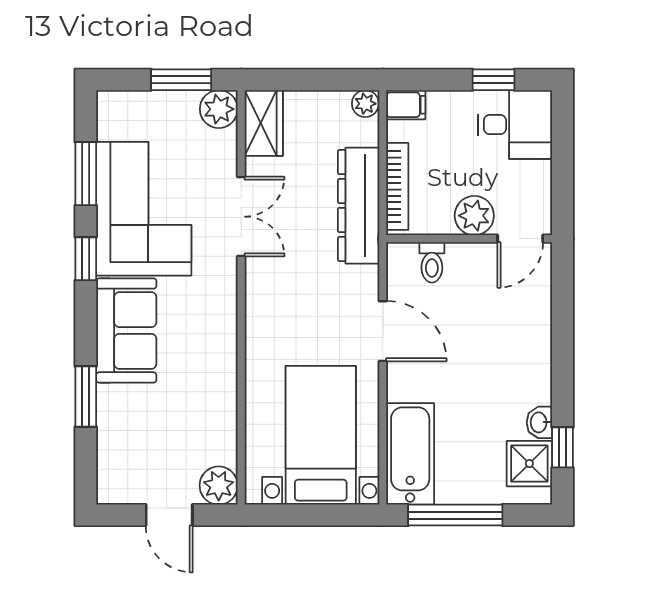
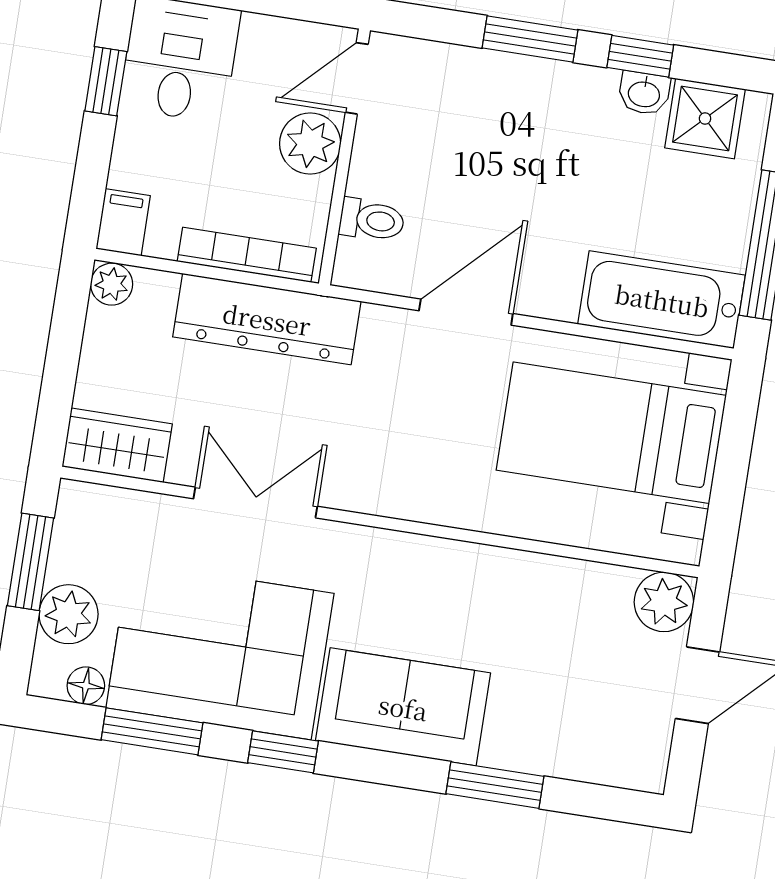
plant: (219, 109) -> (69, 614), moved
floor lamp: (108, 127) -> (86, 686), added
door: (520, 239) -> (357, 78), swing flipped
window: (562, 345) -> (530, 39), added
window: (562, 447) -> (640, 56), moved

